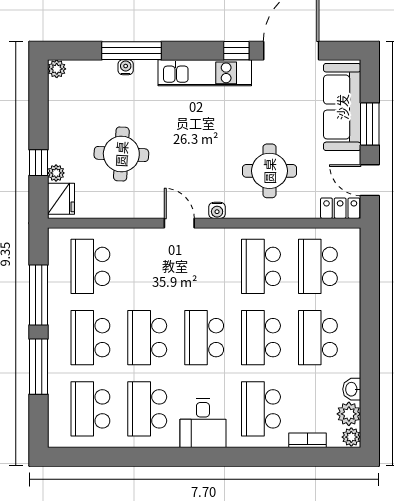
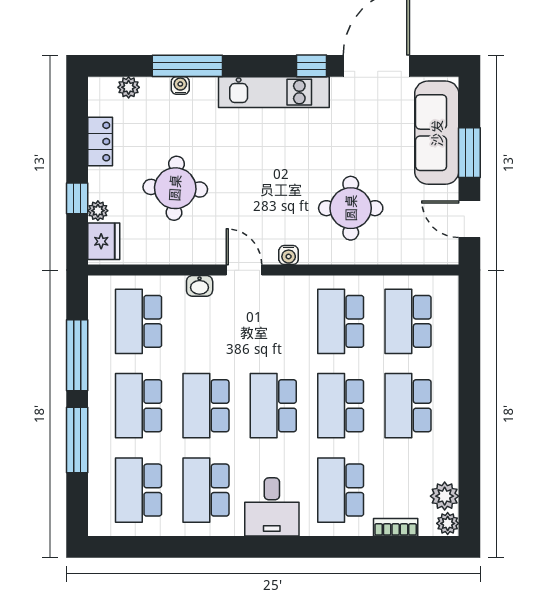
plant: (57, 69) -> (129, 87), moved
locker: (340, 208) -> (100, 142), moved, turned 90
washbasin: (352, 389) -> (200, 286), moved, turned -90

